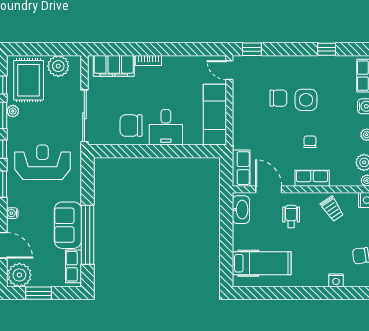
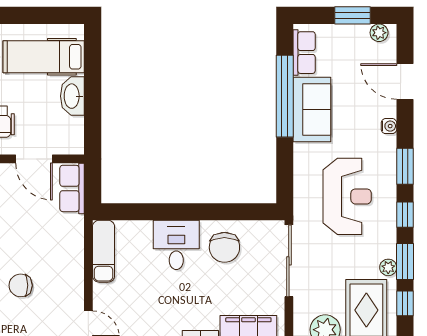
exam couch: (215, 115) -> (104, 251), width x0.73, depth x0.69
chair: (131, 126) -> (224, 247), turned 90
reception desk: (42, 162) -> (347, 196), turned -90
washbasin: (241, 210) -> (72, 96), moved
plant: (19, 275) -> (379, 33), width x0.53, depth x0.53

